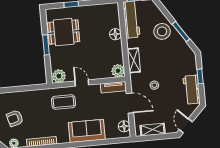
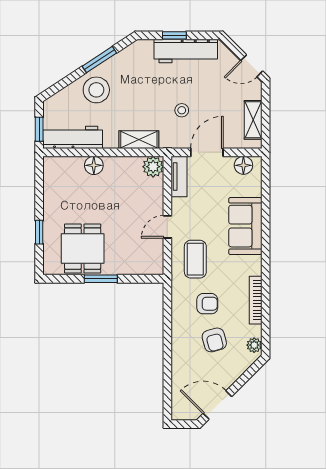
plant: (59, 76) -> (153, 263), removed
workbench: (192, 90) -> (186, 51), width x1.38
armchair: (37, 112) -> (207, 304), added

